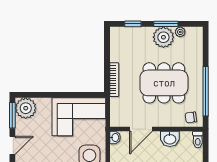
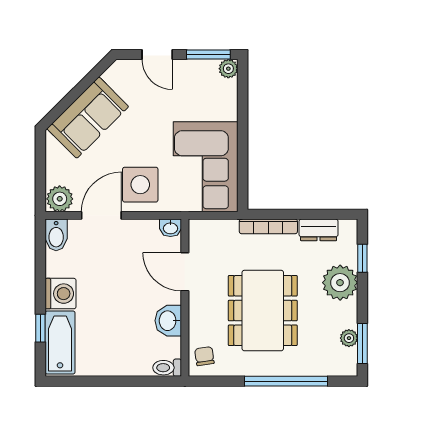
window: (166, 24) -> (362, 344), moved
plant: (163, 37) -> (340, 283), moved
dresser: (116, 50) -> (319, 230), added
window: (206, 91) -> (286, 381), moved
plant: (26, 108) -> (228, 69), width x0.53, depth x0.53

